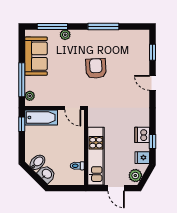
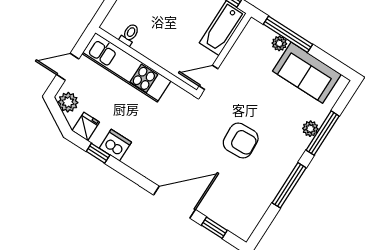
window: (52, 26) -> (323, 133), moved
door: (153, 83) -> (174, 202), width x1.88
plant: (30, 96) -> (279, 43), moved

